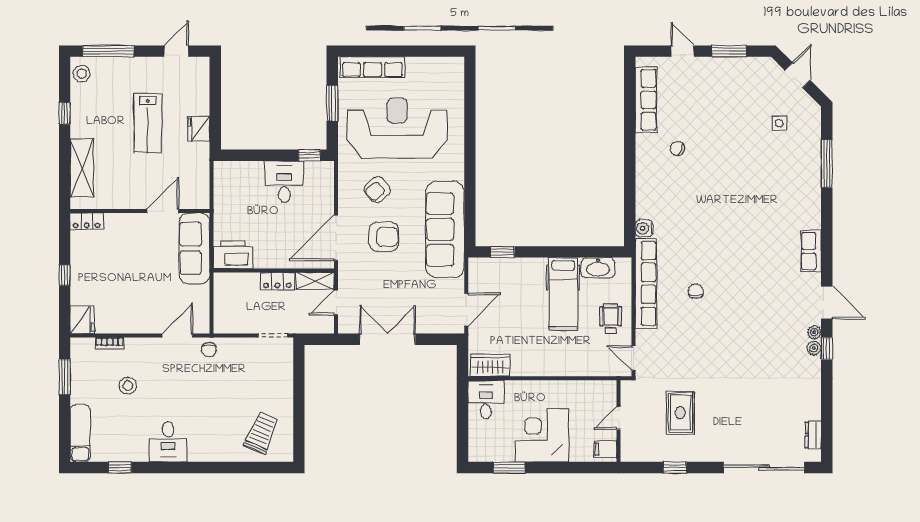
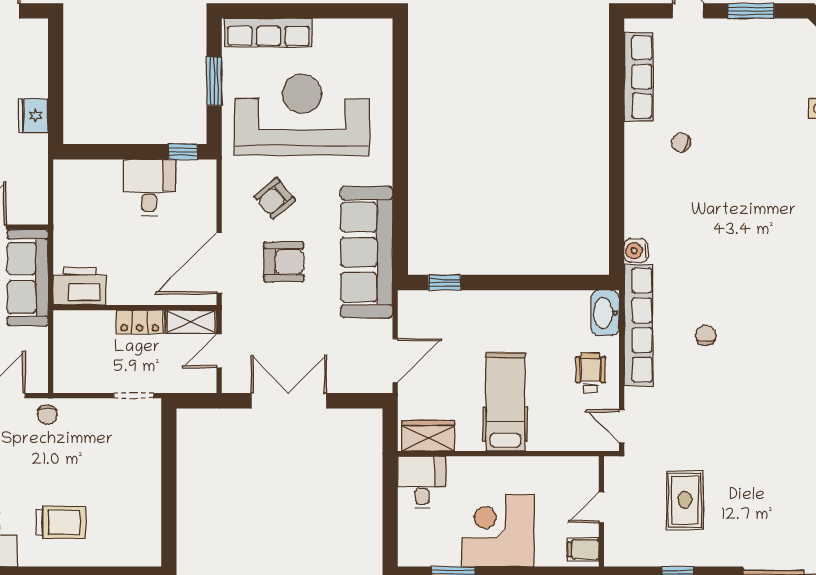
washbasin: (598, 268) -> (605, 313), moved, turned 90
hospital bed: (563, 294) -> (505, 402), moved, turned 180
trolley: (261, 433) -> (61, 522), moved, turned 67

